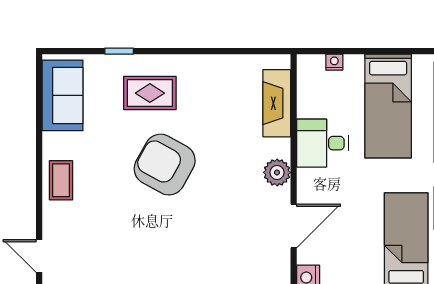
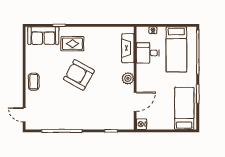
sofa: (63, 95) -> (43, 36), moved, turned 90
desk: (322, 143) -> (148, 53), moved

